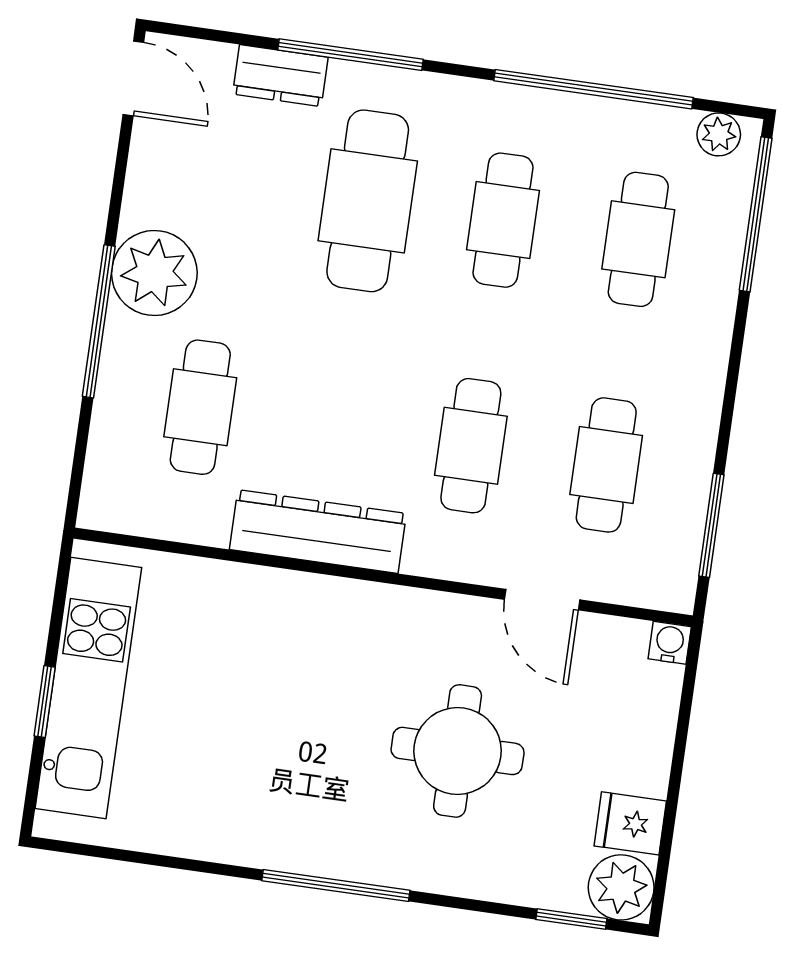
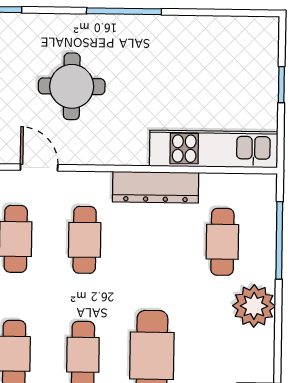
window: (99, 321) -> (279, 240), moved
kitchen unit: (88, 688) -> (214, 149), moved, turned 90

